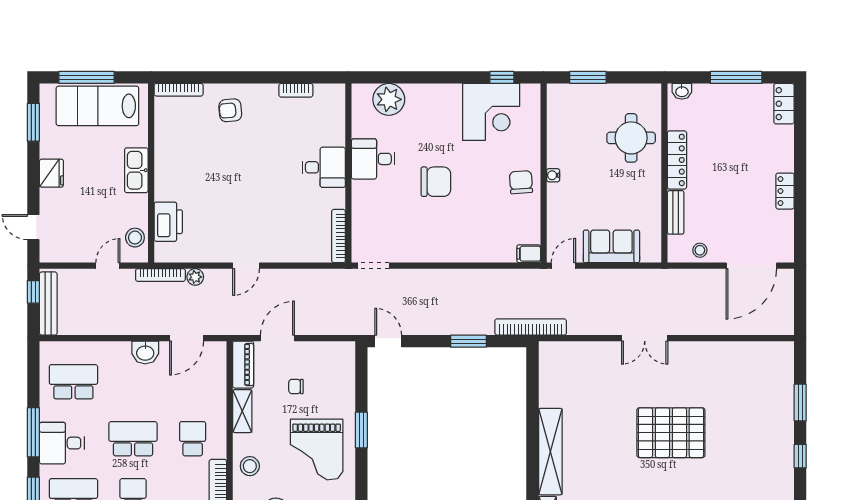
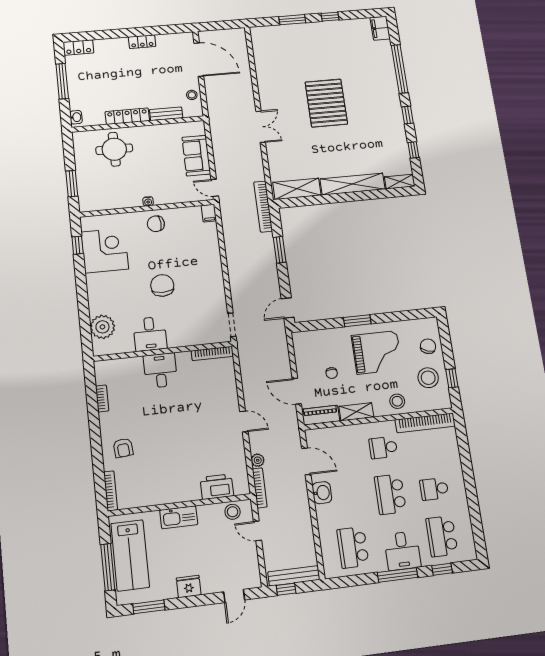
shelving: (551, 375) -> (297, 189), added

